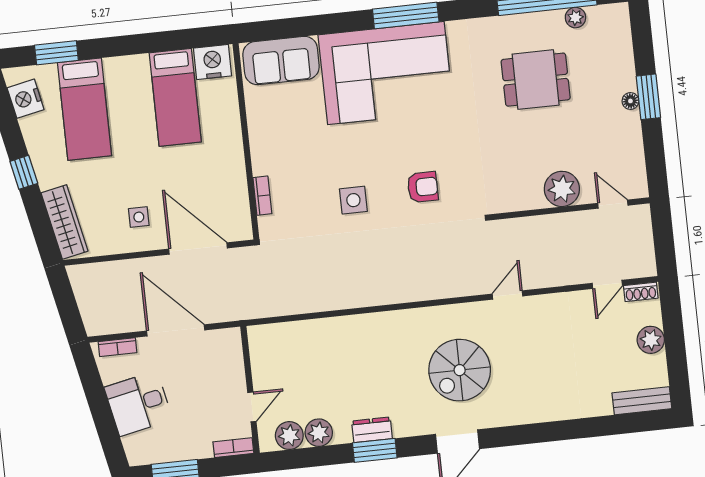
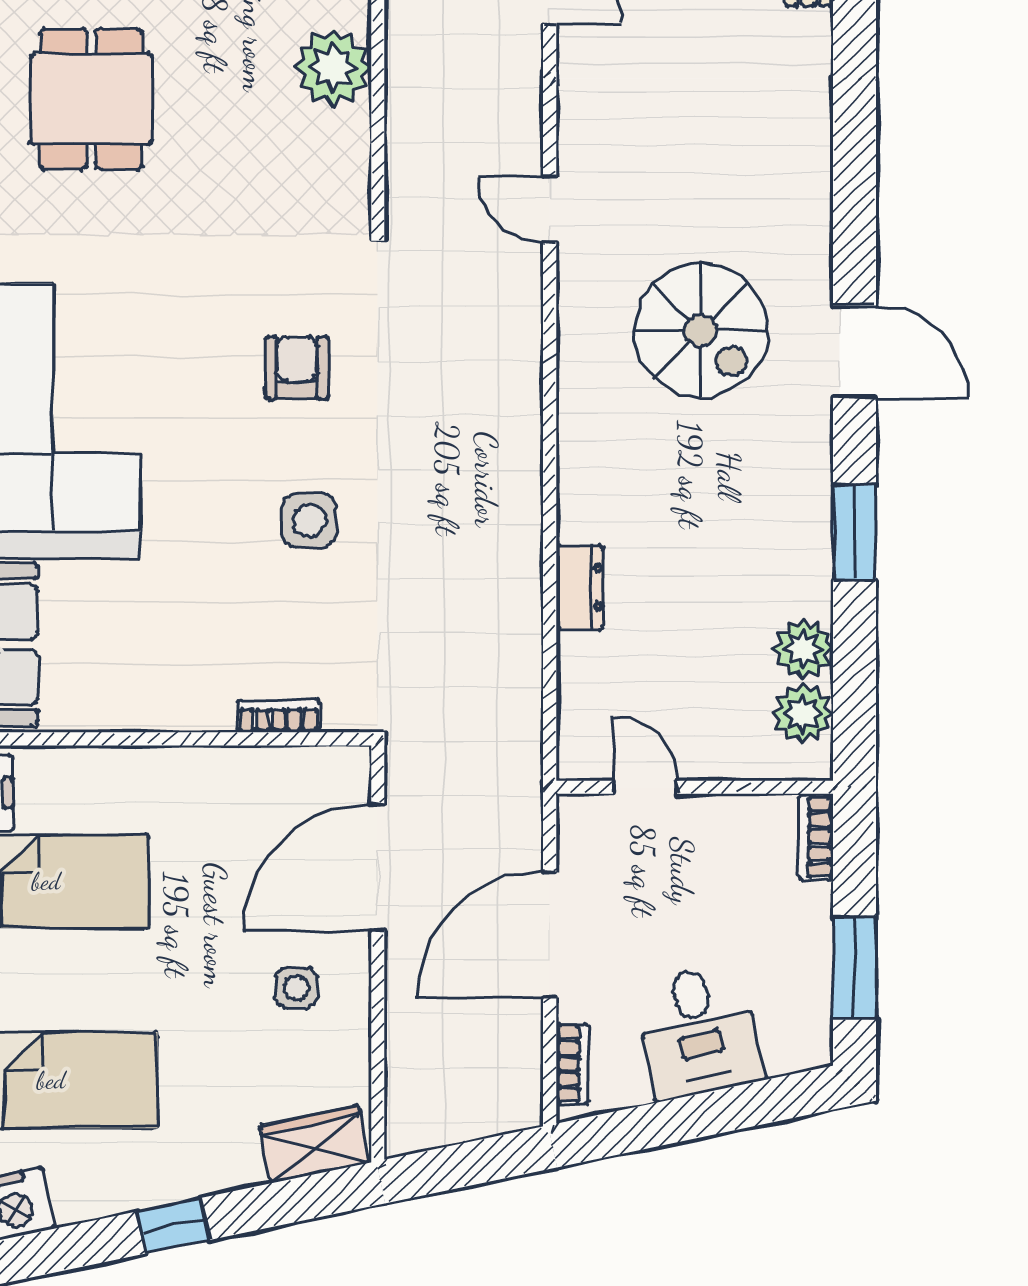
wardrobe: (64, 222) -> (315, 1144), width x0.67
door: (252, 407) -> (645, 787), moved
dresser: (372, 430) -> (580, 587), moved, turned 180

